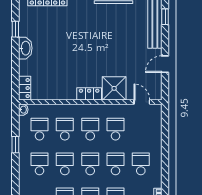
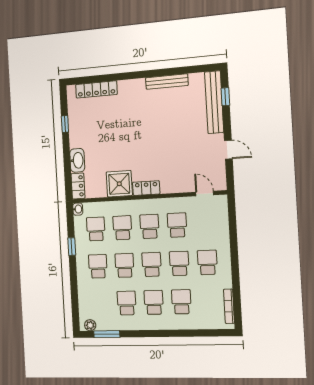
washbasin: (25, 48) -> (77, 160), moved
door: (165, 64) -> (228, 150), swing flipped
shower: (114, 88) -> (119, 184), moved

